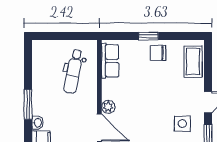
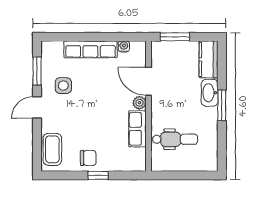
row of seats: (110, 61) -> (137, 129), moved
dental chair: (74, 71) -> (175, 139), turned 79
washbasin: (37, 123) -> (210, 93), width x1.91, depth x1.45

